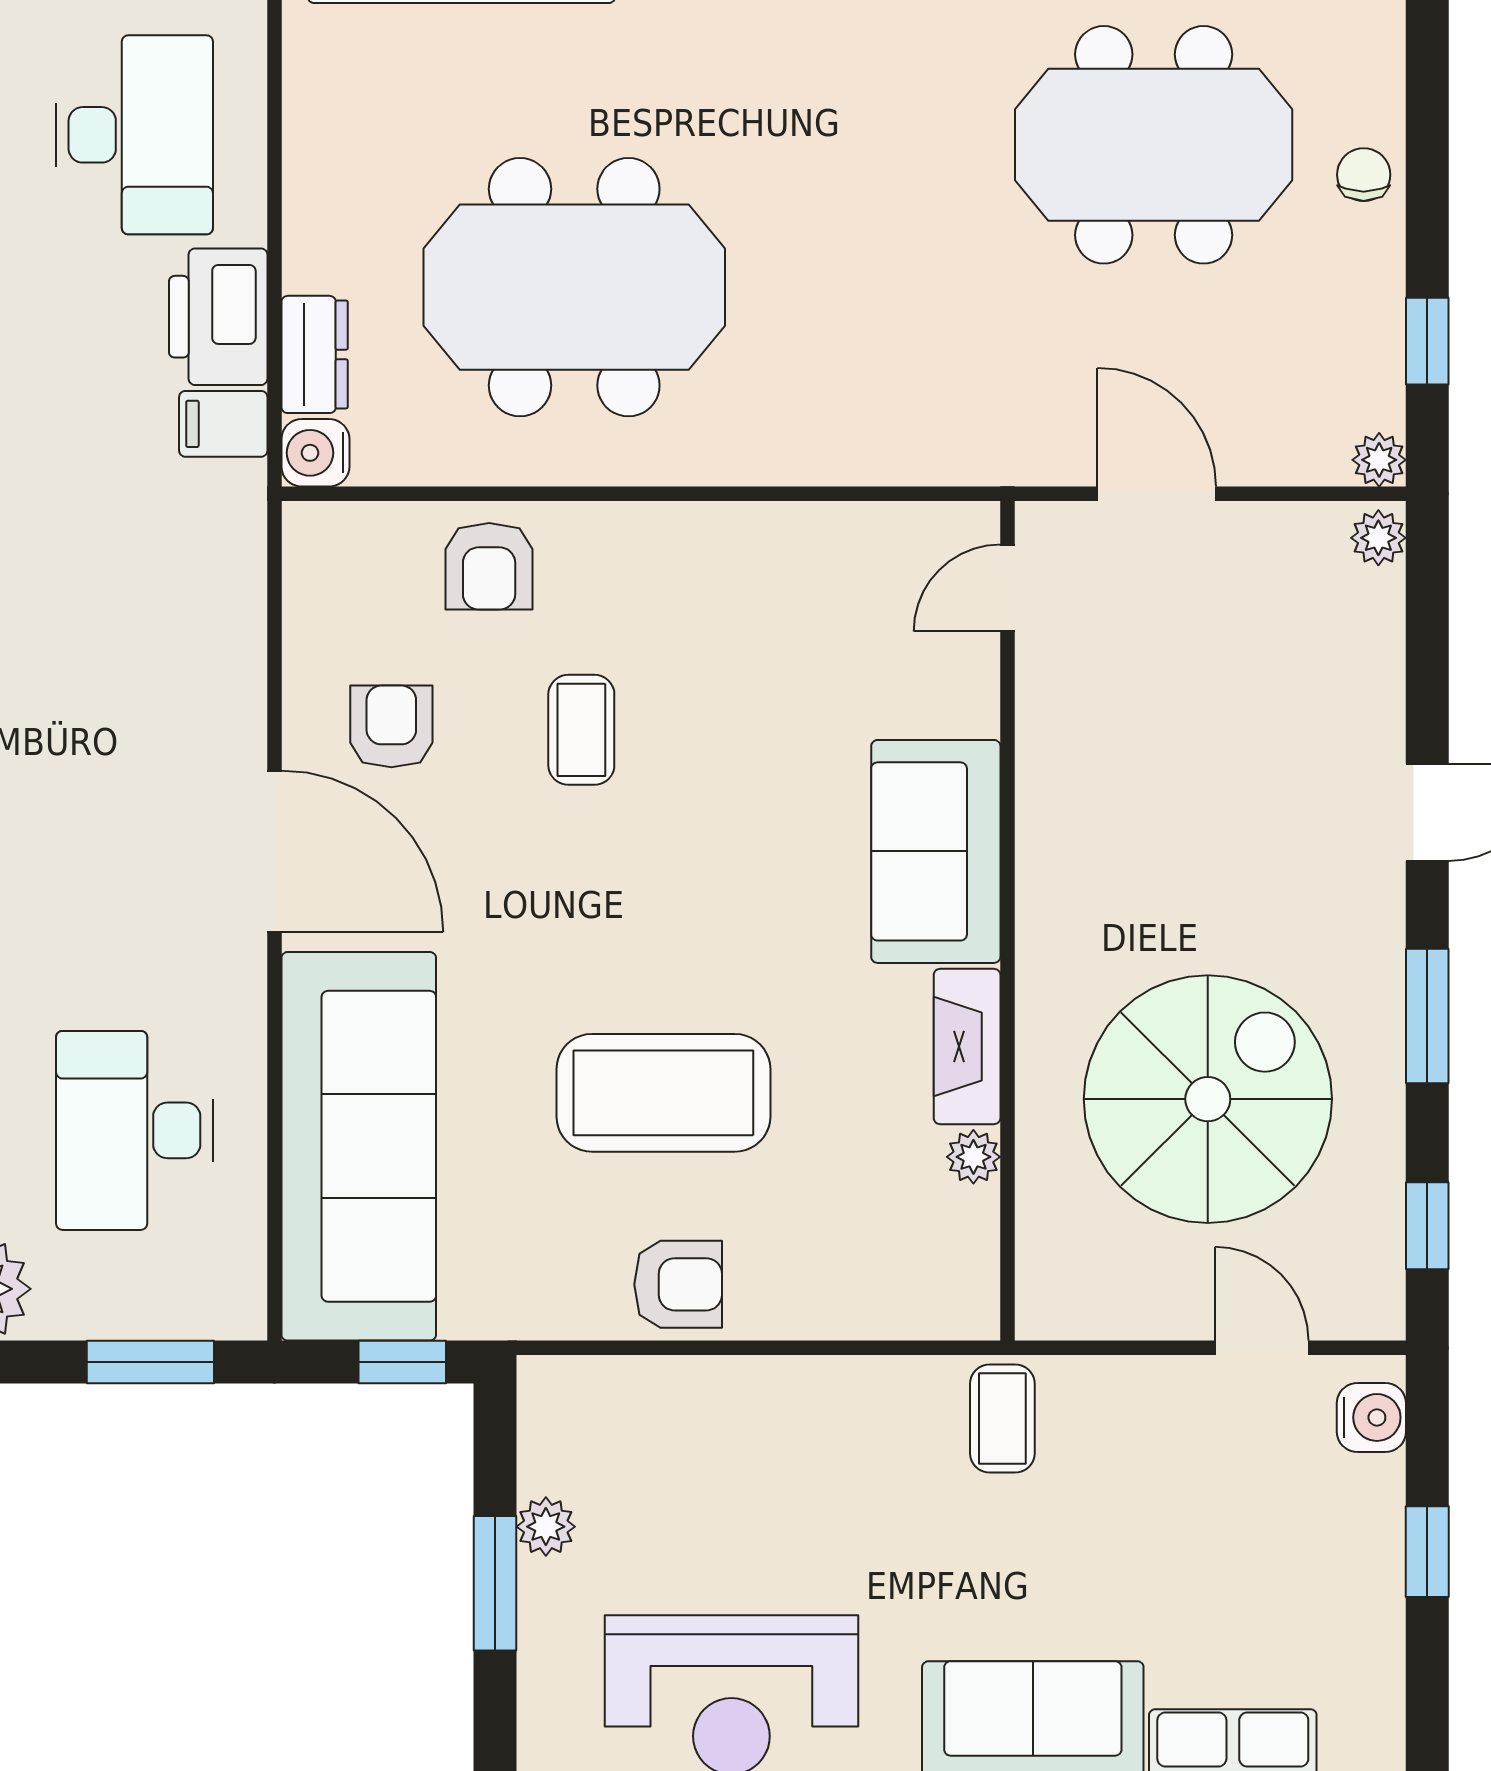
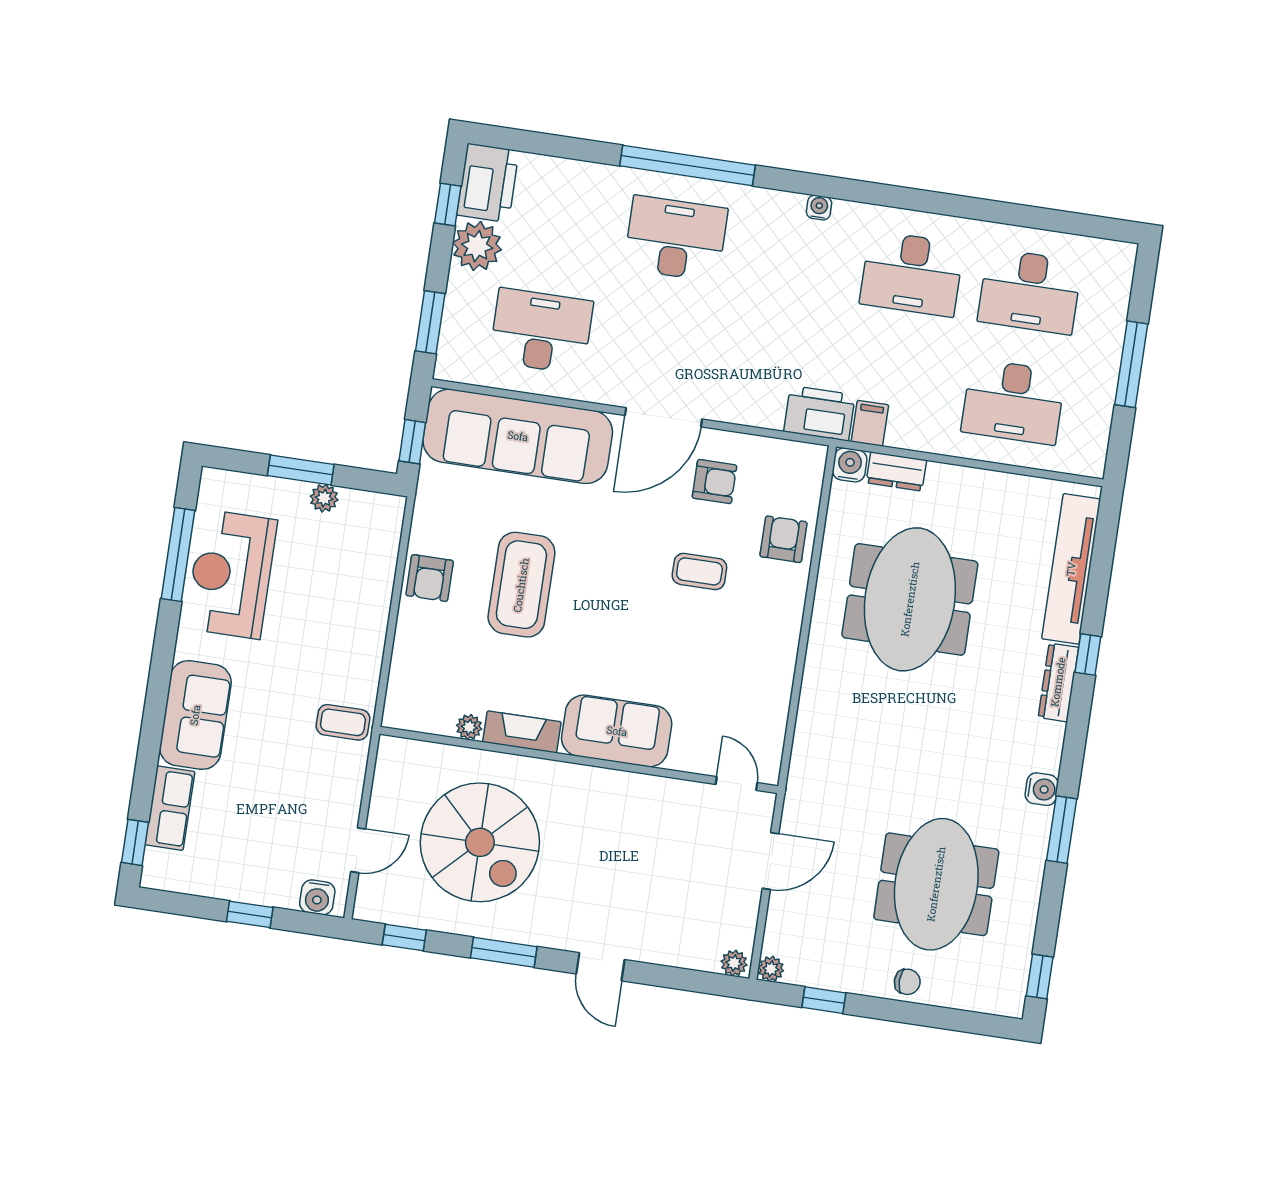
printer: (218, 317) -> (819, 413), moved
armchair: (489, 566) -> (784, 539), turned 90

